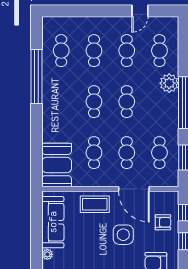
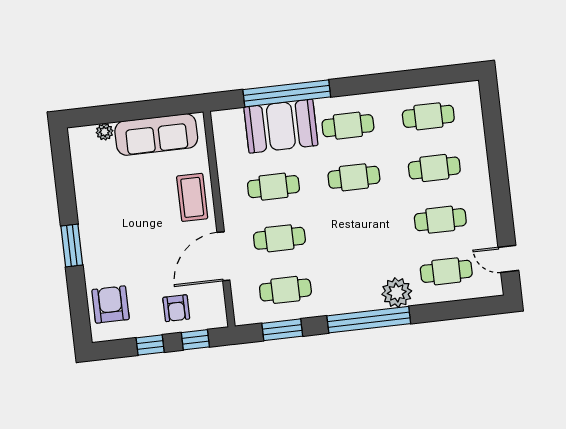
door: (140, 11) -> (508, 259), moved
window: (37, 76) -> (287, 93), moved
cafe table: (127, 102) -> (348, 126), moved
booth: (57, 165) -> (281, 126), moved
side table: (123, 235) -> (149, 248), removed

